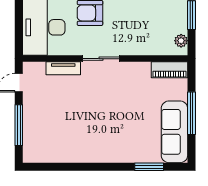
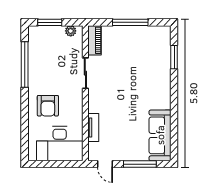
sliding door: (101, 59) -> (85, 73), moved
sofa: (174, 132) -> (160, 135), moved, turned 90

